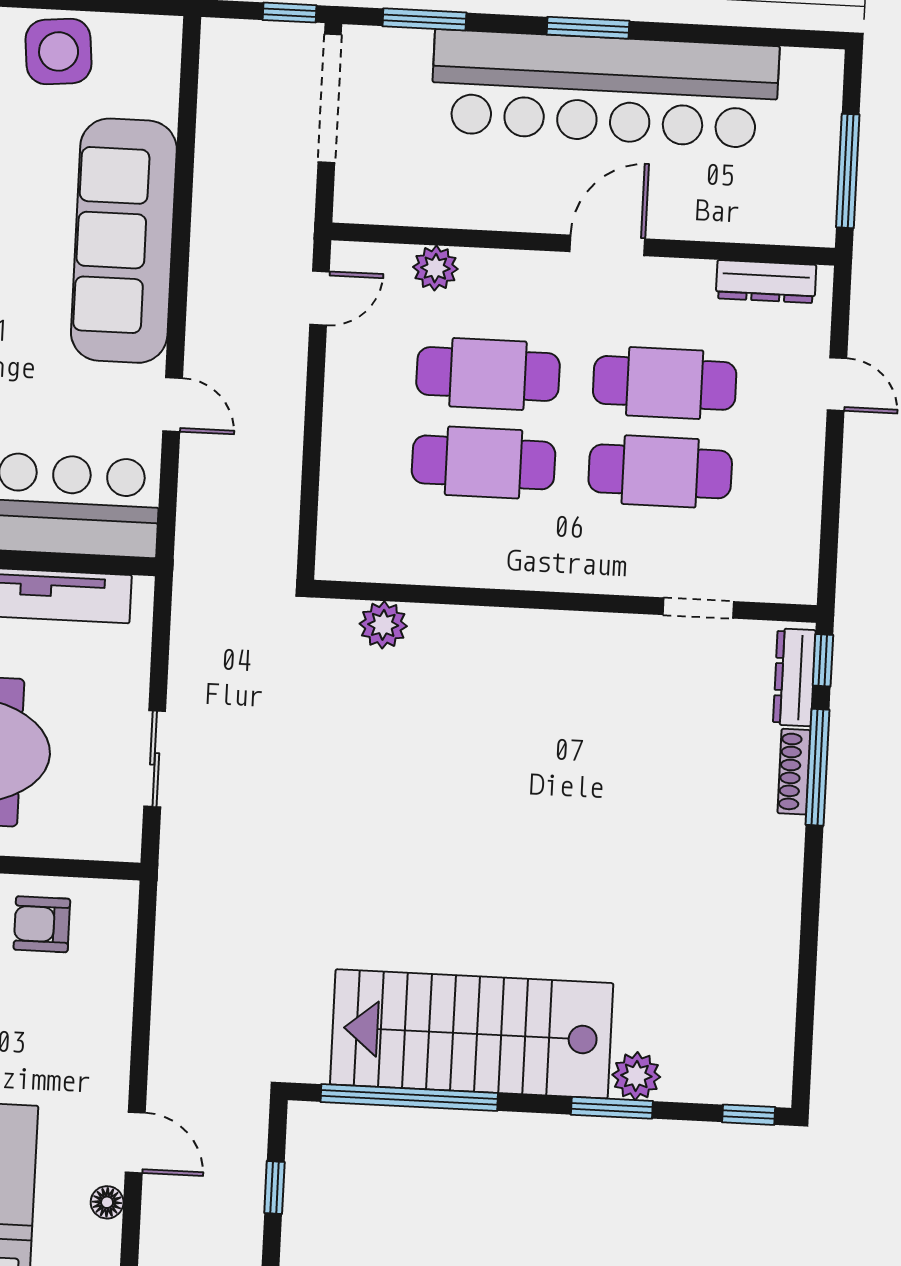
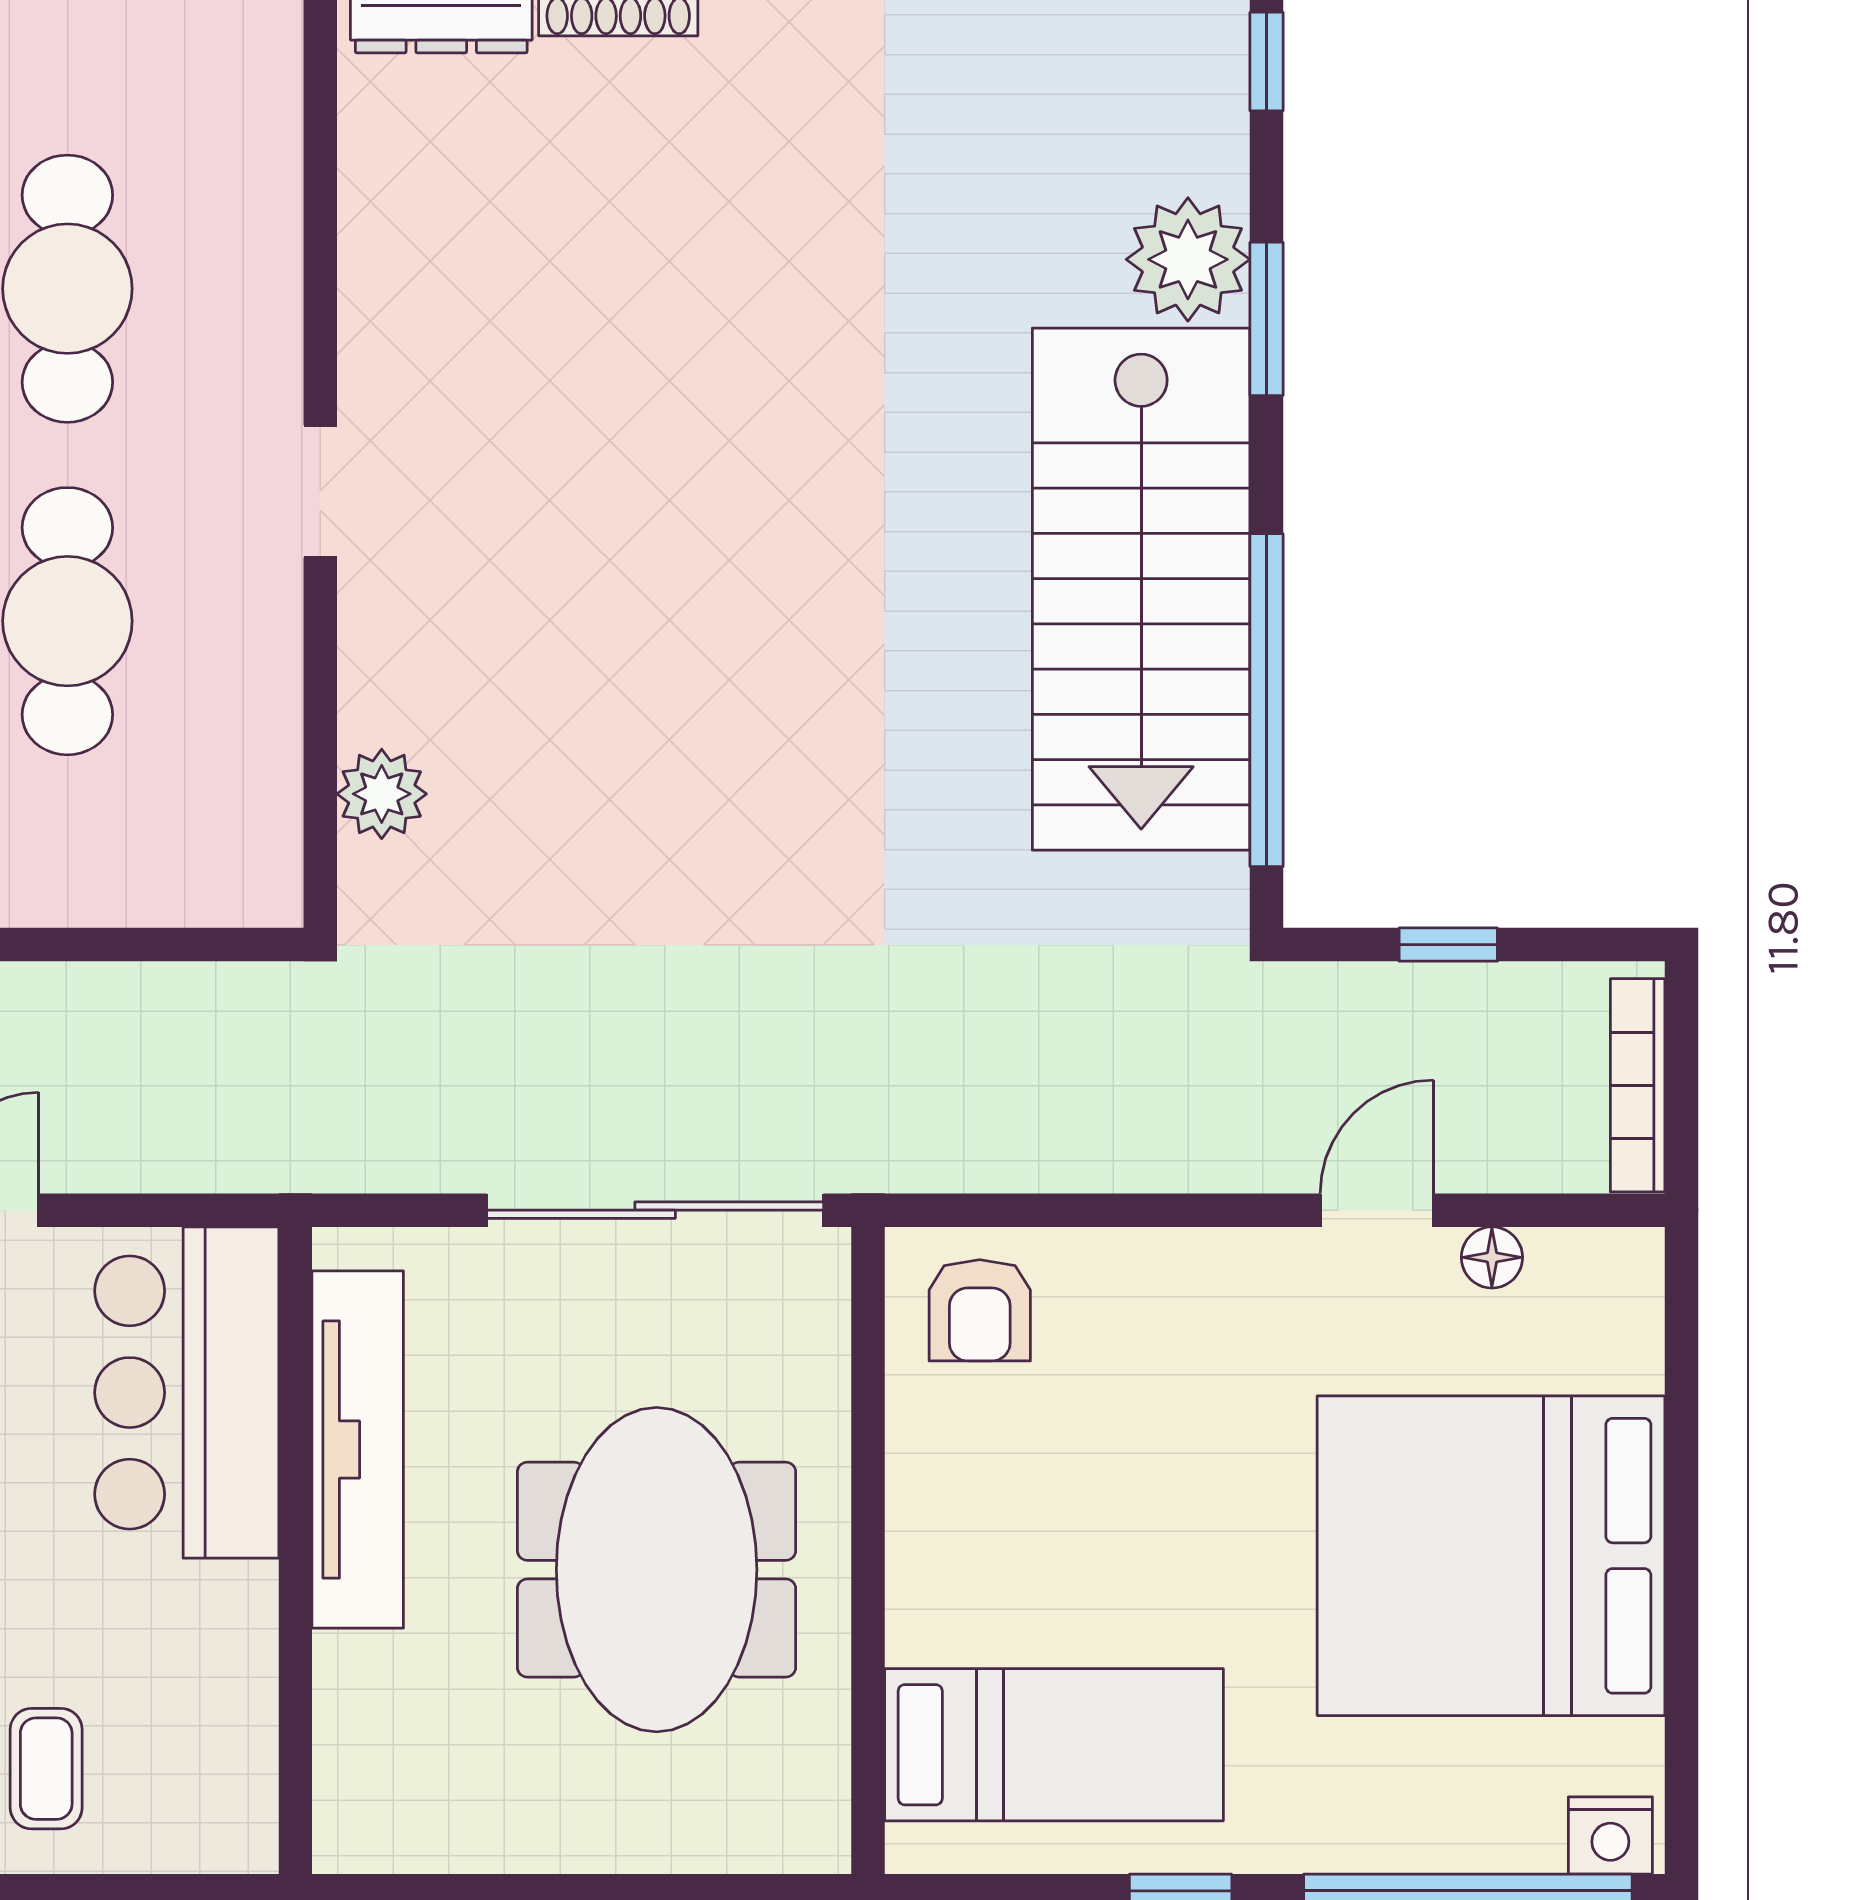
doorway: (698, 608) -> (320, 491), moved
sliding door: (155, 759) -> (655, 1210), width x1.86
armchair: (42, 924) -> (980, 1310), moved
plant: (636, 1076) -> (1188, 259), width x1.36, depth x1.36

